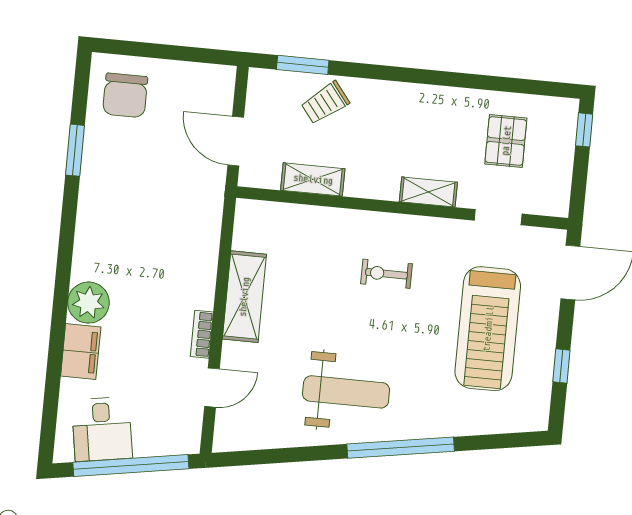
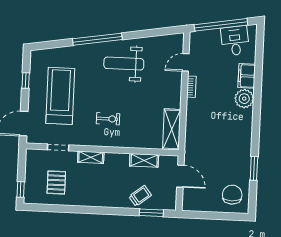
shelving: (244, 297) -> (172, 129), moved

